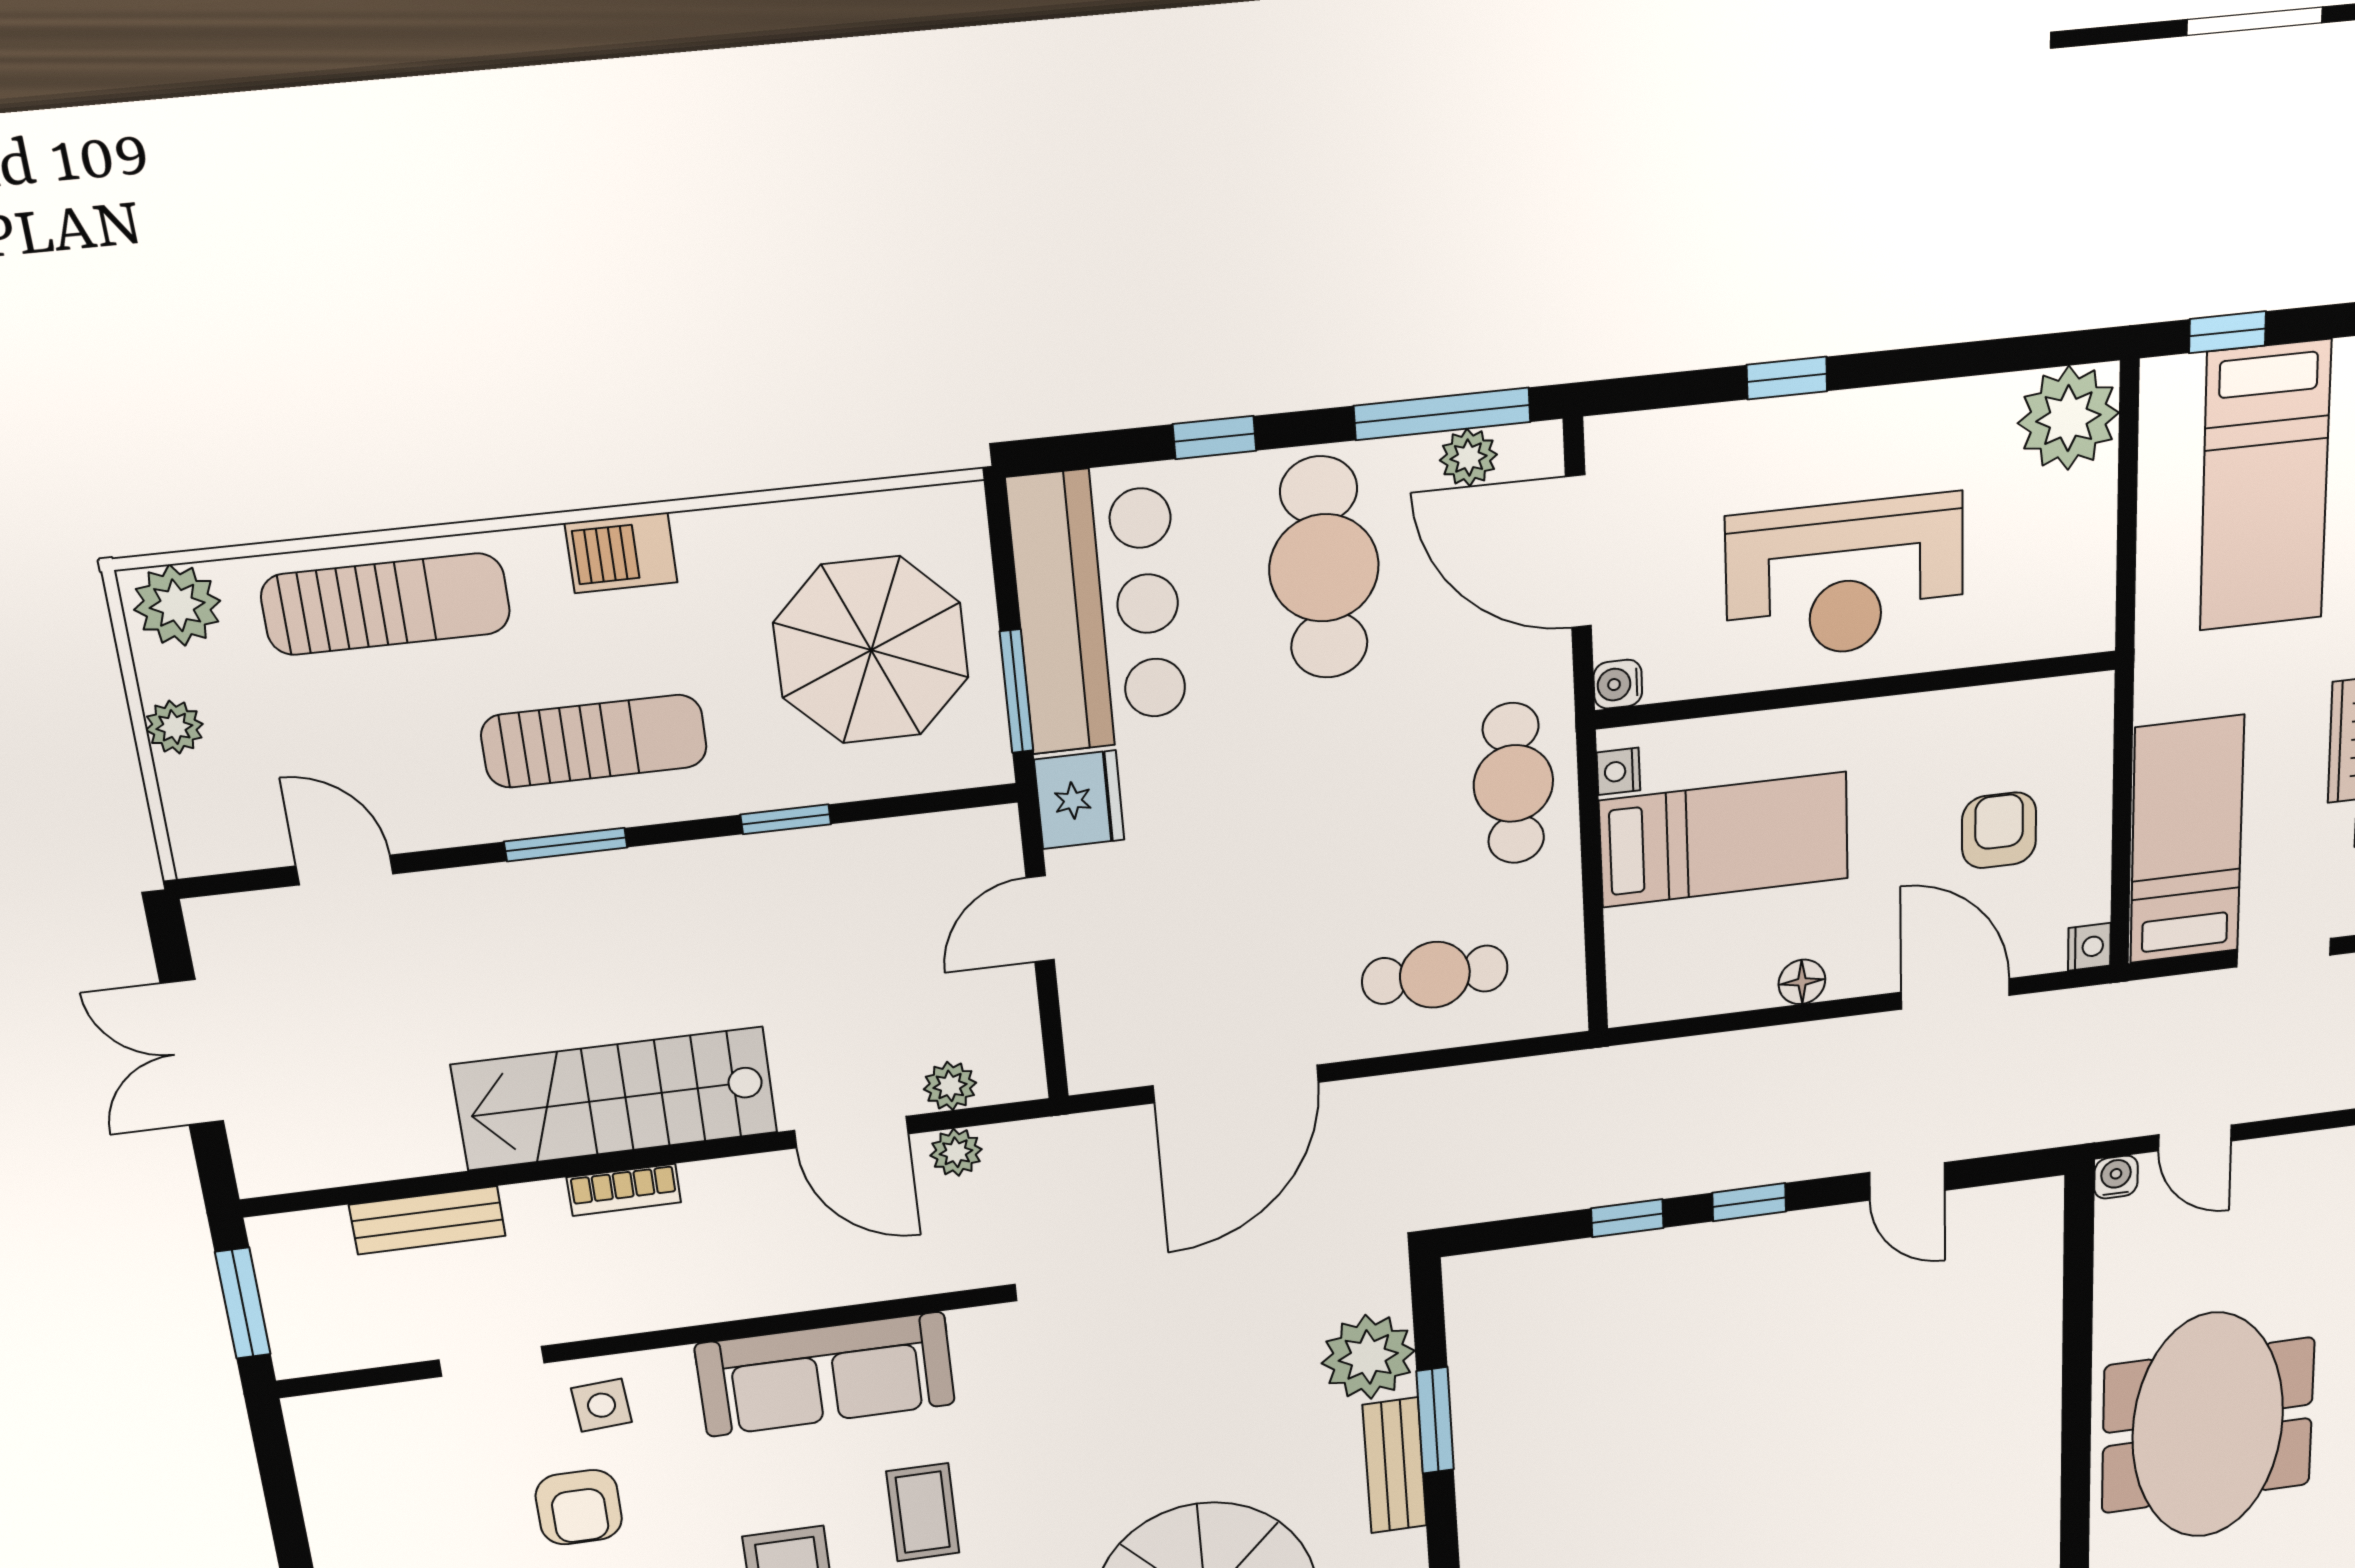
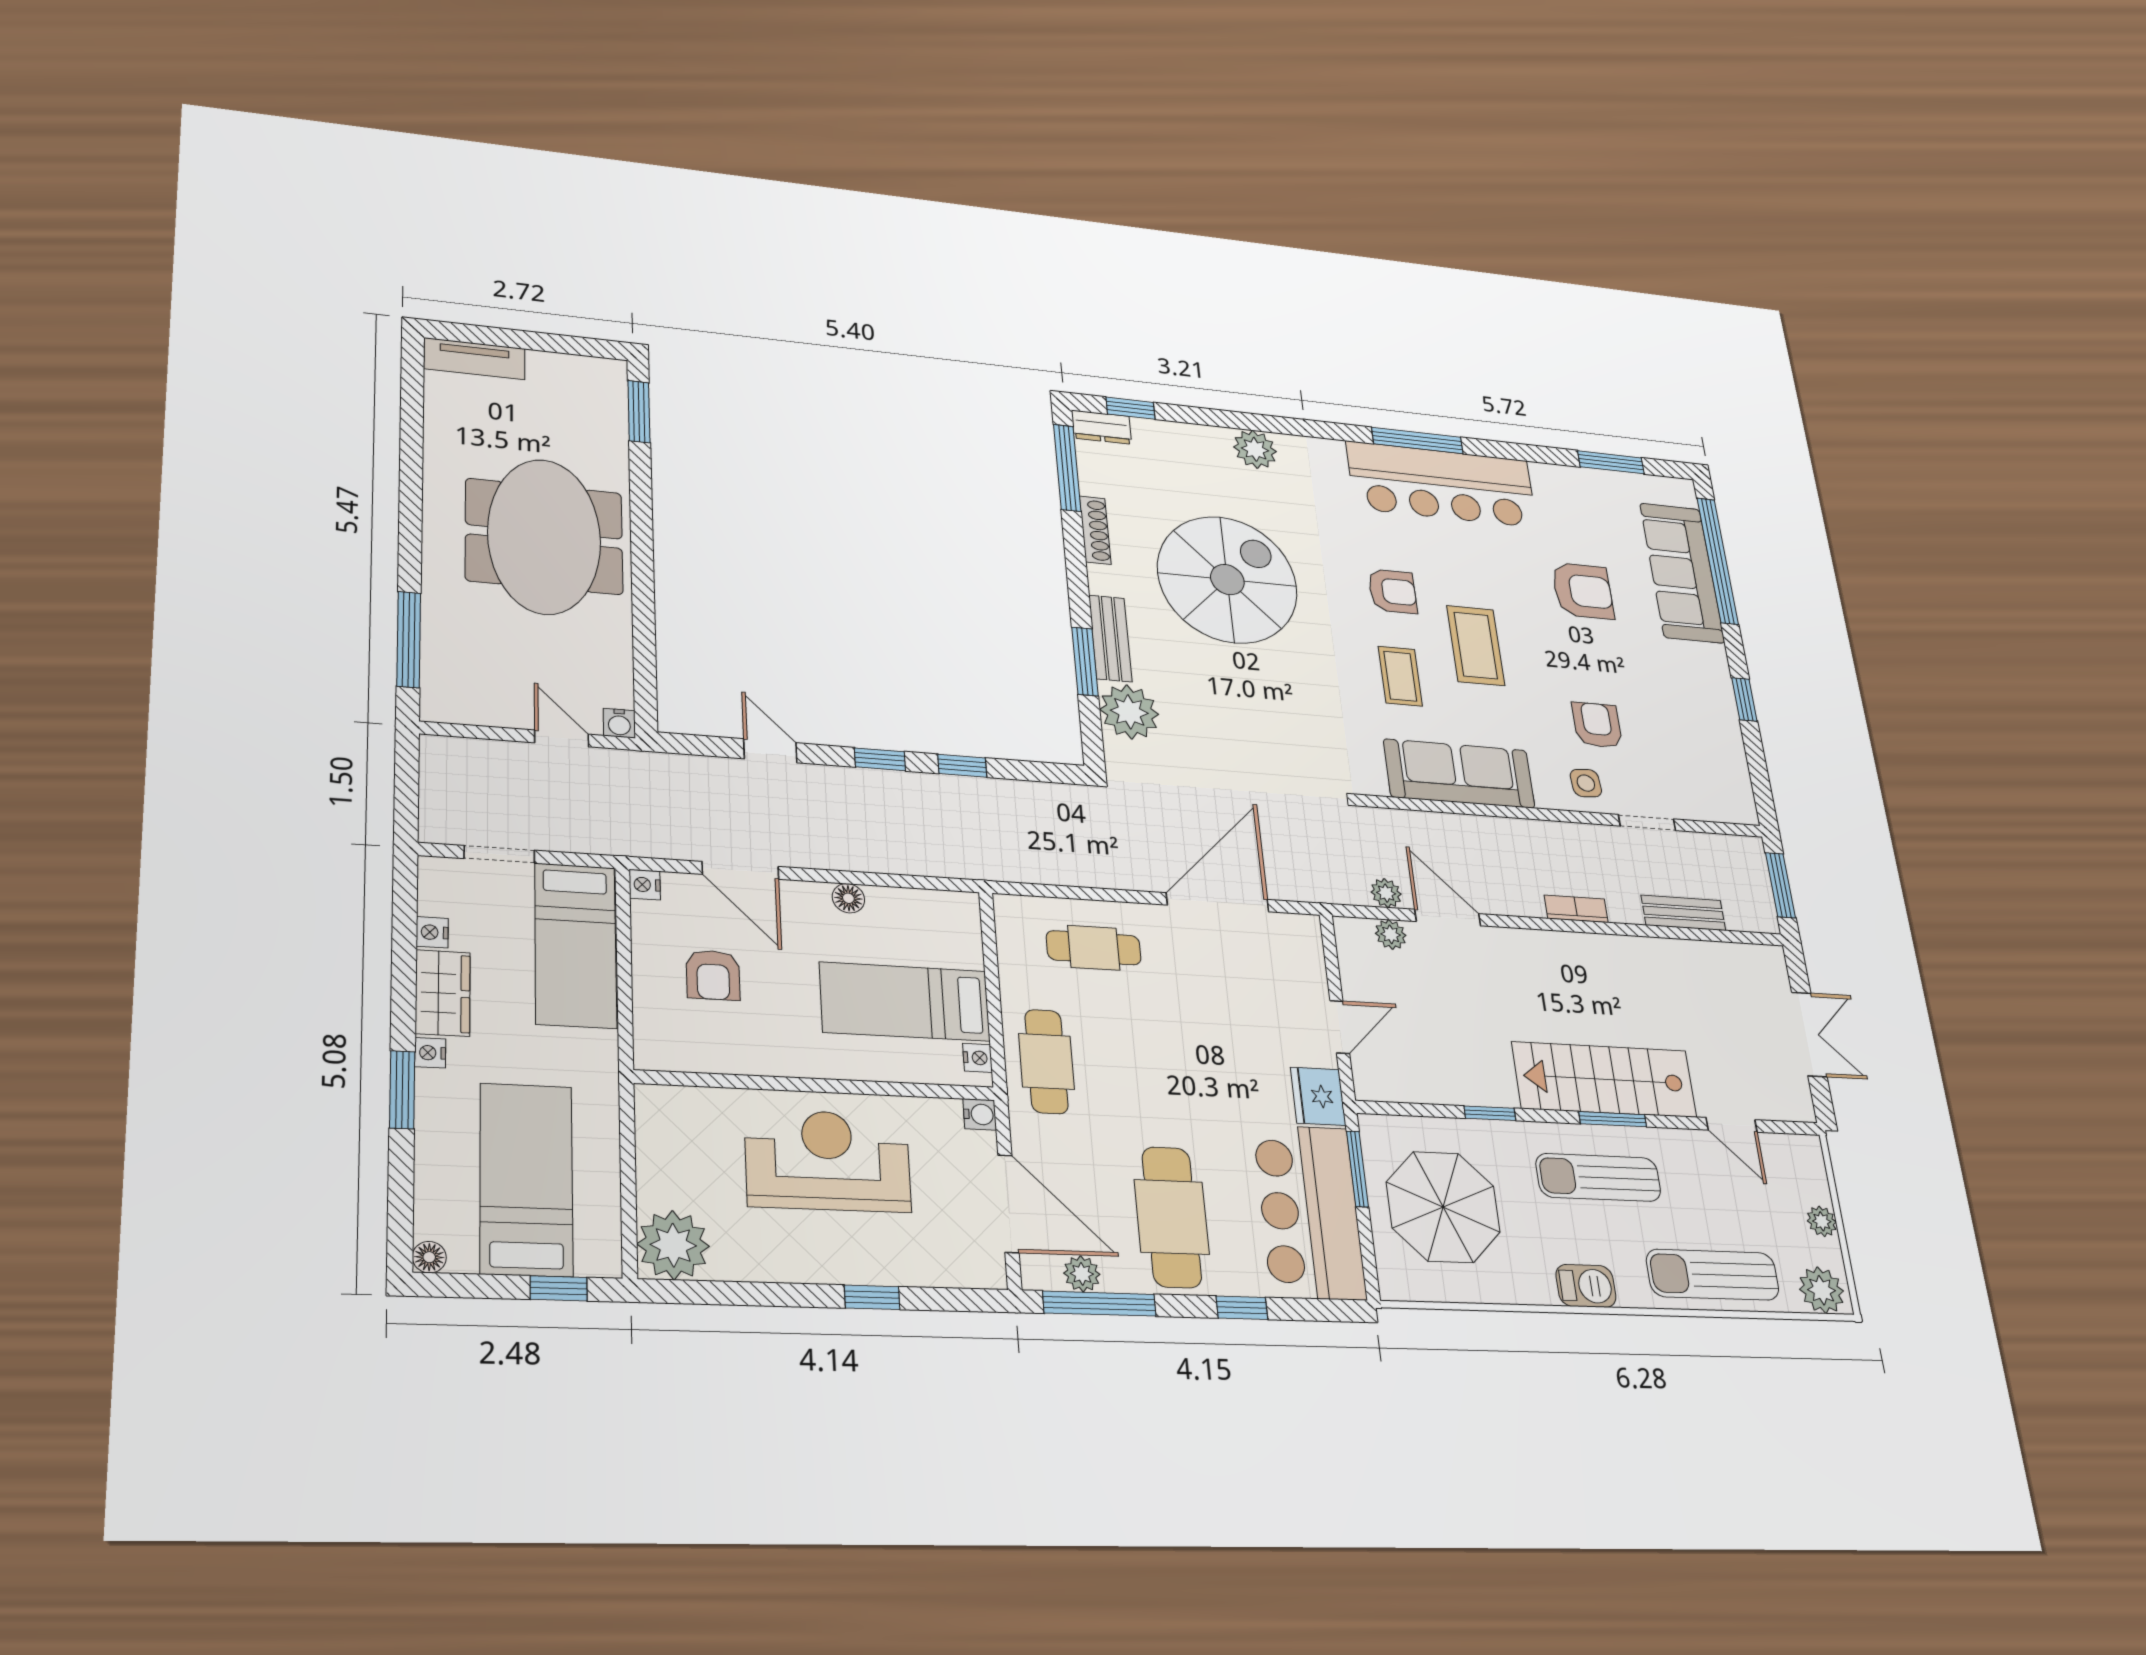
stairs: (615, 1099) -> (1604, 1079), moved, turned 180

